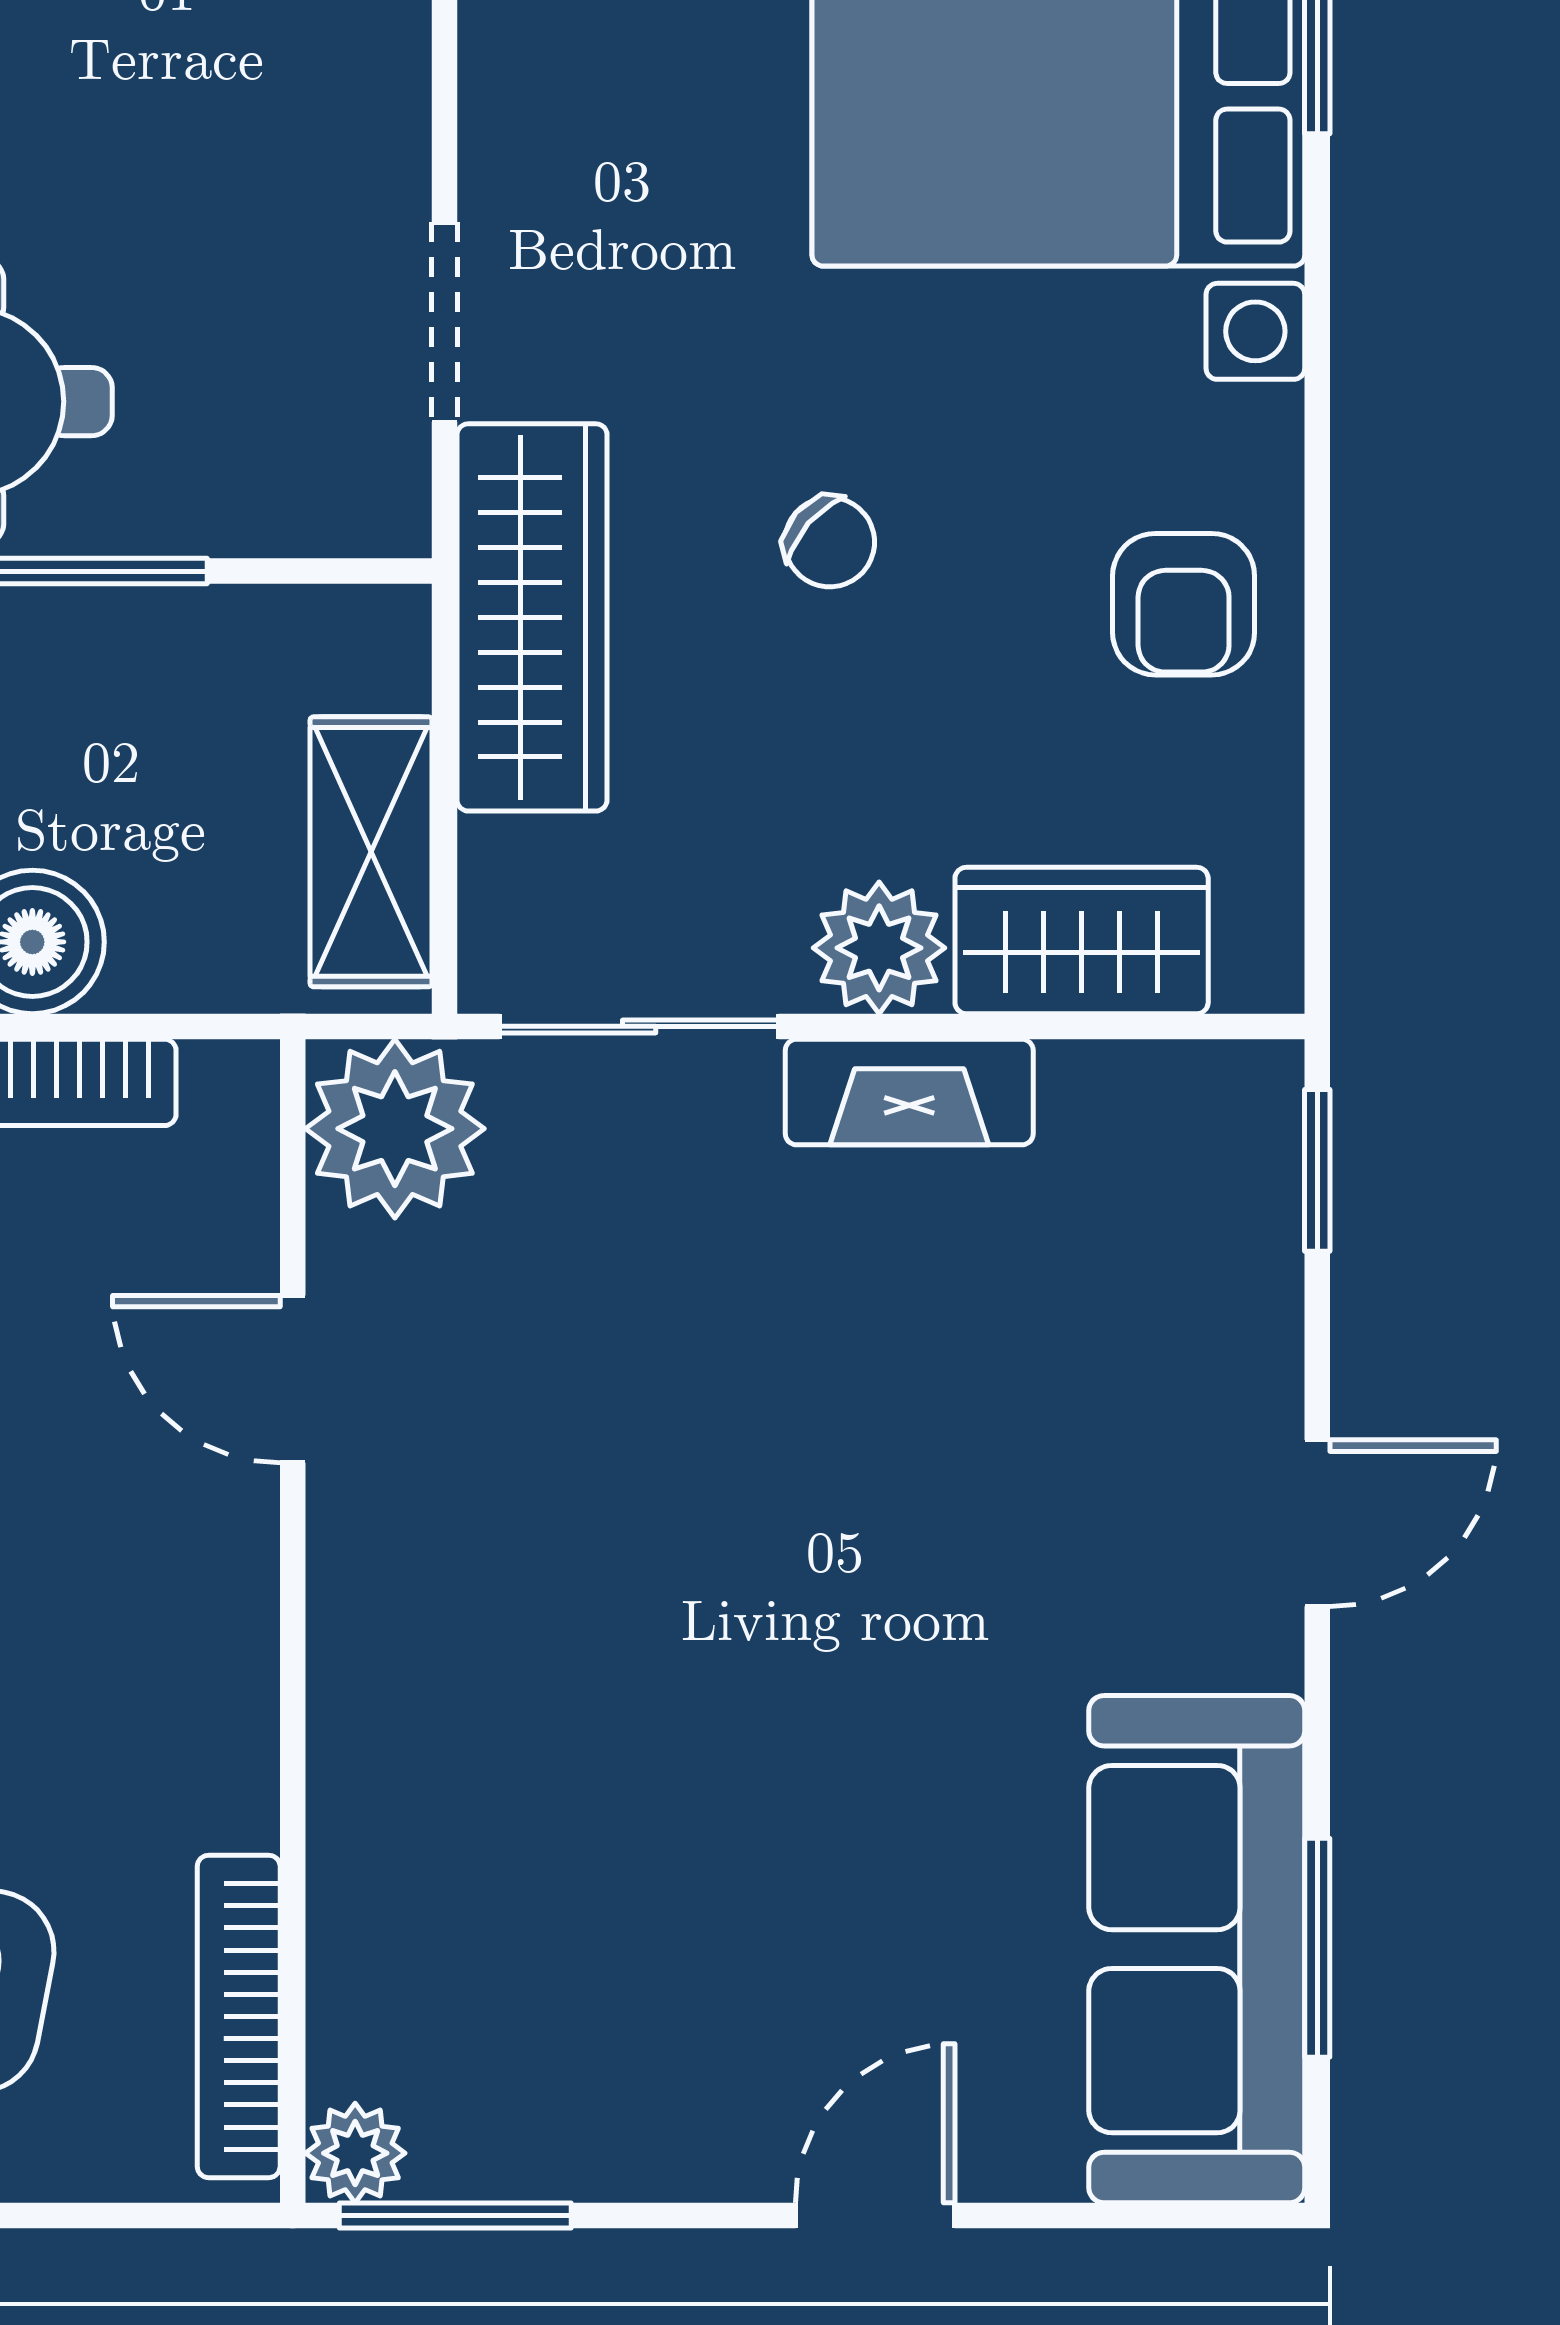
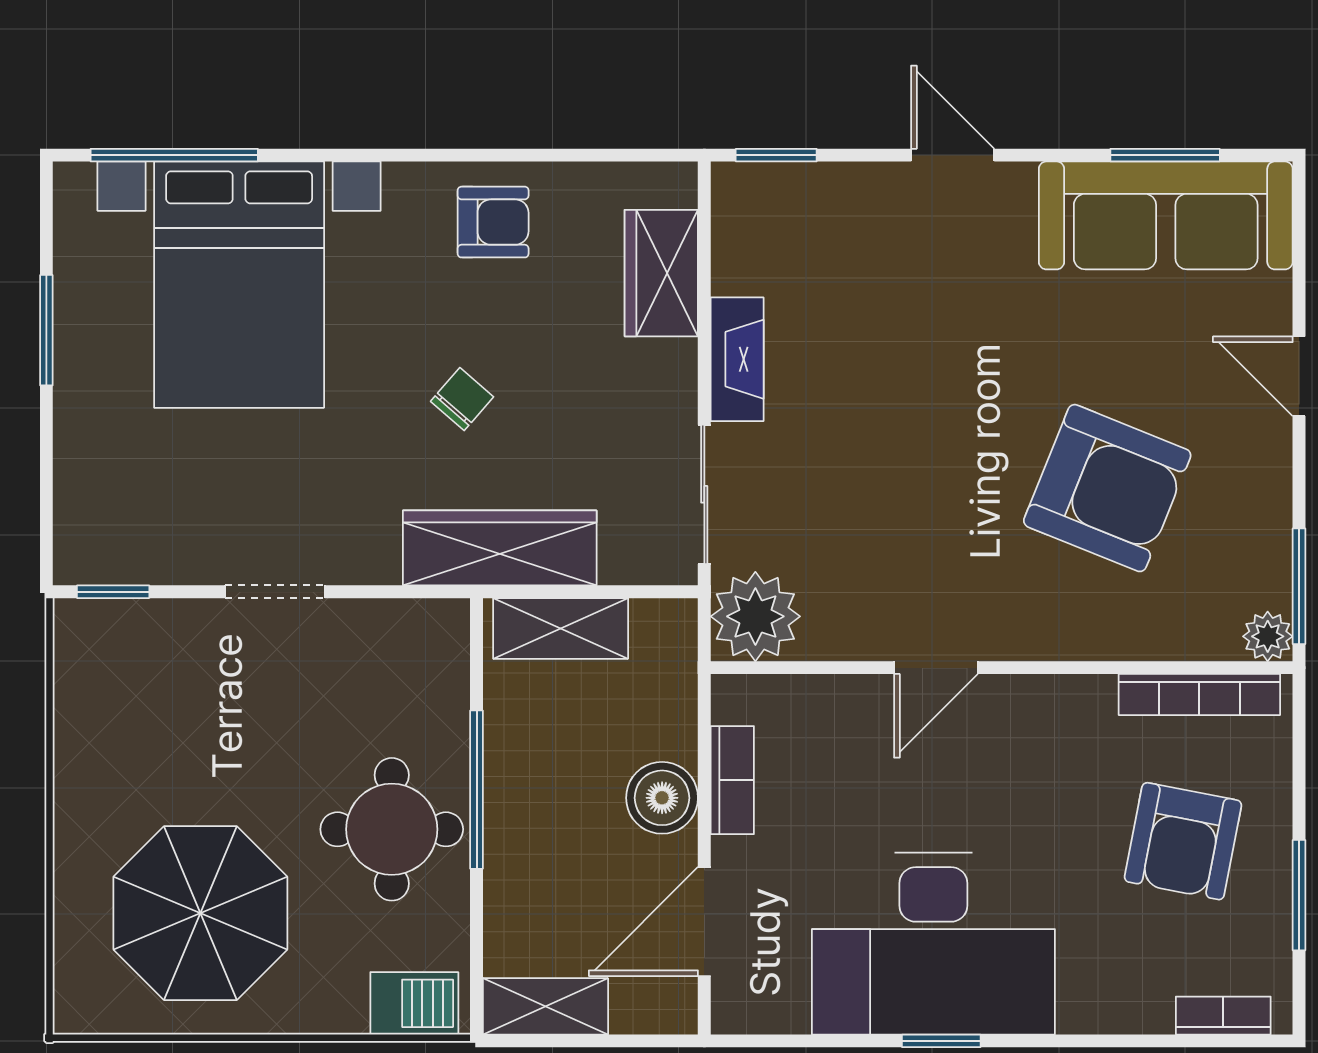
doorway: (444, 322) -> (275, 592), moved
shelving: (371, 852) -> (561, 628), moved
plant: (879, 948) -> (665, 374), removed
door: (293, 1379) -> (936, 668), moved
armchair: (652, 1832) -> (1107, 488), added

